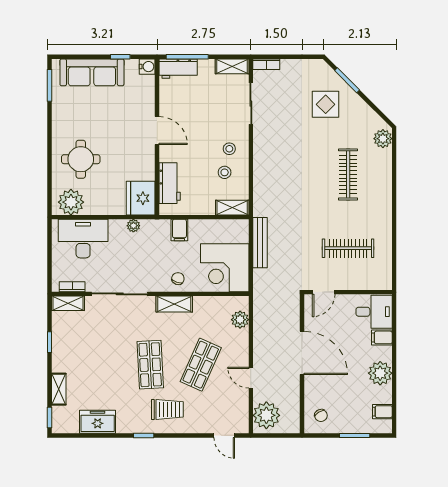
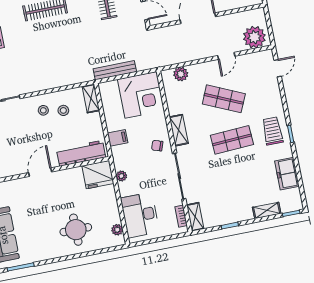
workbench: (170, 183) -> (81, 153), width x1.38
plant: (71, 202) -> (117, 230), width x0.53, depth x0.53
chair: (178, 279) -> (157, 146), moved
trolley: (167, 409) -> (273, 131), moved

